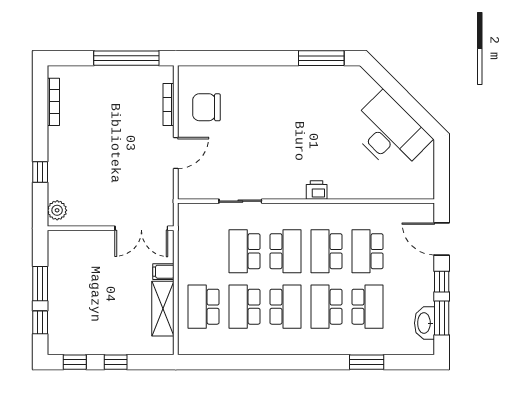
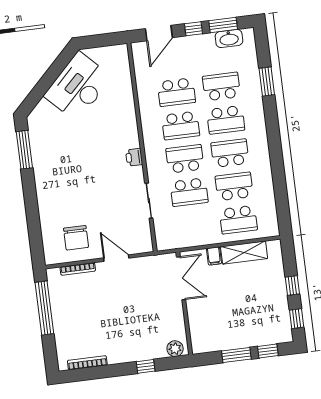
printer: (317, 190) -> (134, 157), moved
school desk: (245, 307) -> (234, 186), turned 180

